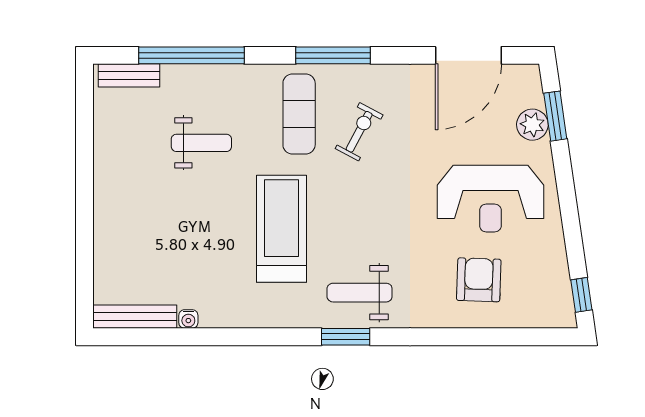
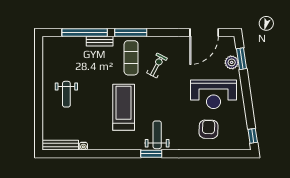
window: (333, 55) -> (131, 33), moved
bench: (129, 75) -> (100, 41), moved
weight bench: (201, 143) -> (66, 94), moved, turned 90
weight bench: (360, 293) -> (157, 135), turned 90

